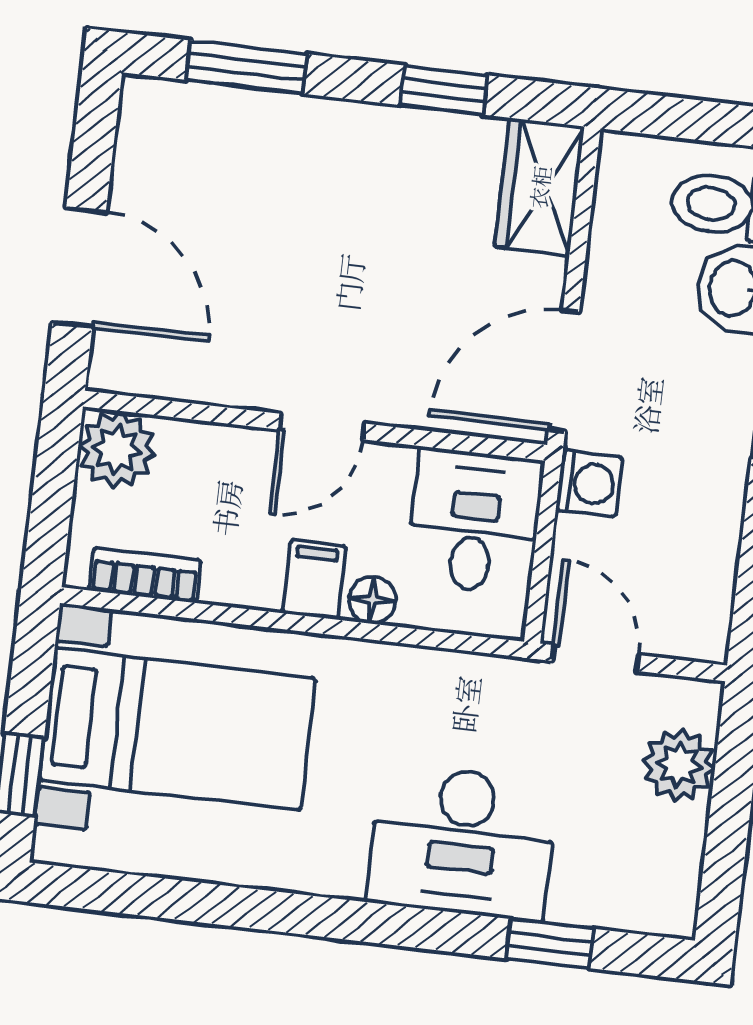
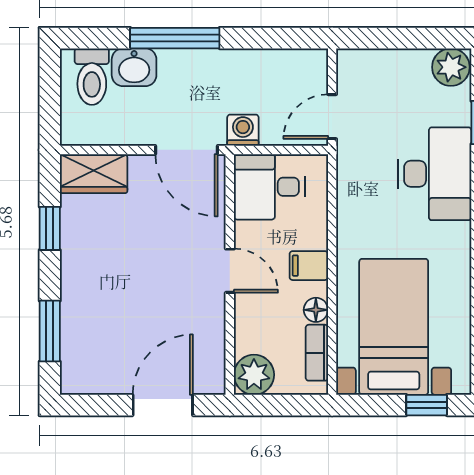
floor lamp: (372, 600) -> (316, 310), moved
plant: (679, 765) -> (451, 67), moved

